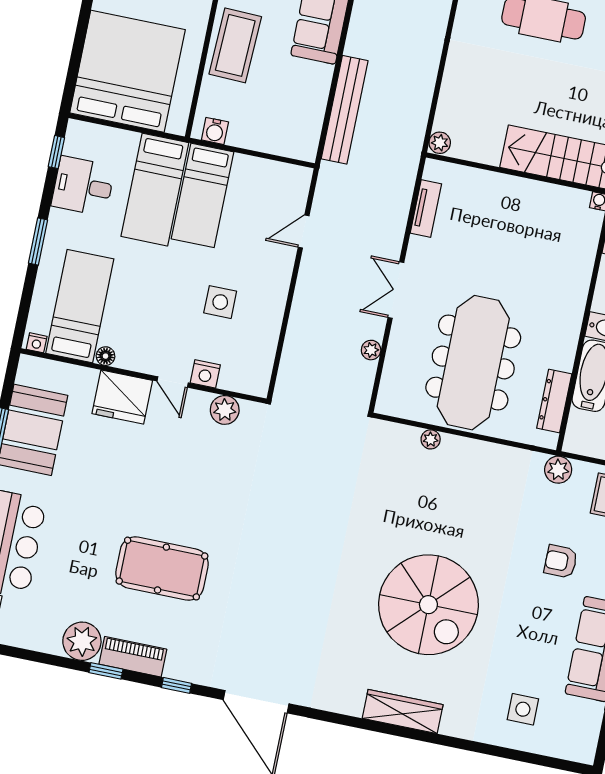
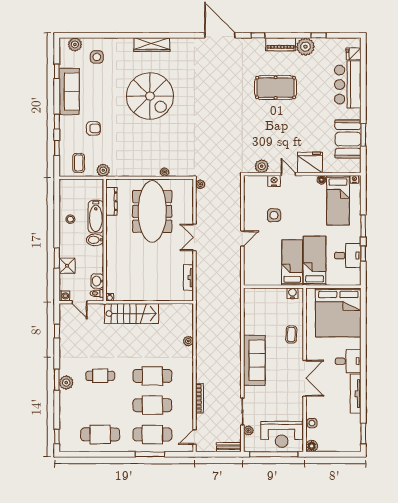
coffee table: (235, 45) -> (291, 334), width x0.54, depth x0.58
bench: (345, 110) -> (235, 315), removed
plant: (440, 143) -> (188, 341), moved
window: (56, 152) -> (363, 254), moved
door: (304, 231) -> (242, 239), moved
double door: (396, 290) -> (194, 237), swing flipped
plant: (371, 350) -> (200, 184), moved
spiral stairs: (428, 605) -> (150, 96), turned 180
window: (106, 671) -> (319, 35), moved
plant: (563, 745) -> (75, 44), added

